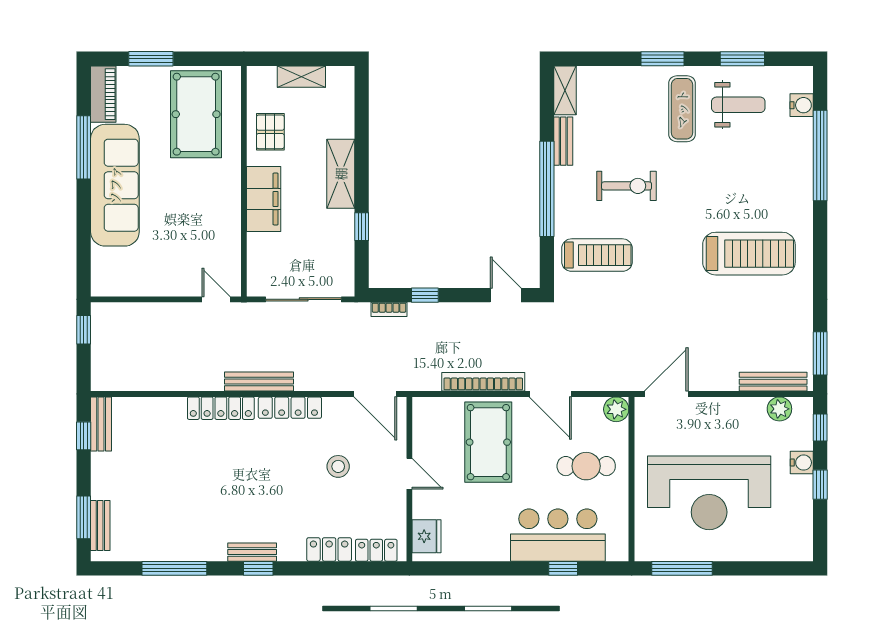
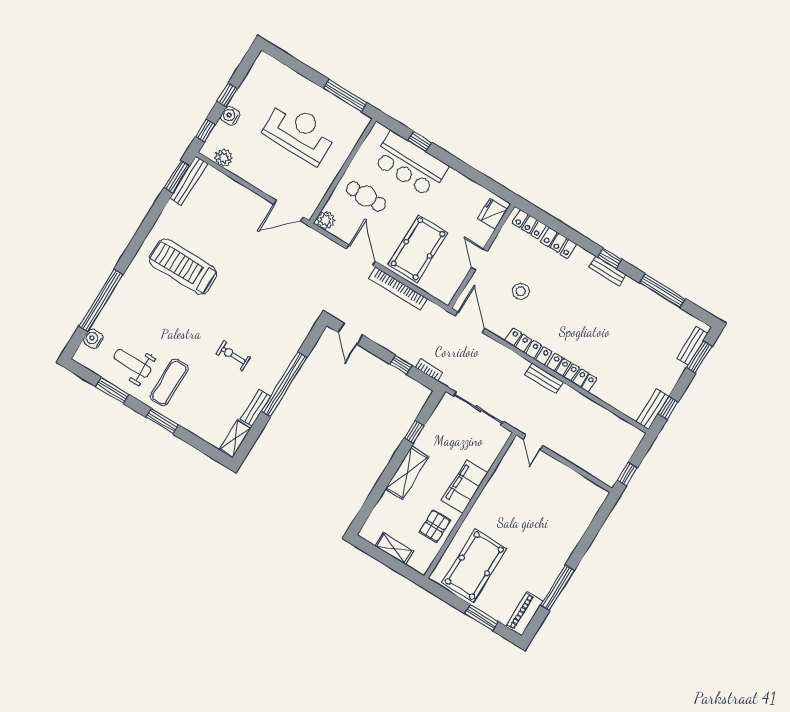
sofa: (115, 185) -> (552, 552), removed
exercise bike: (627, 186) -> (233, 356), width x0.73, depth x0.72
treadmill: (597, 255) -> (278, 324), removed
bench: (259, 381) -> (543, 378), width x0.73
bench: (773, 382) -> (189, 181), moved, turned 90
reception desk: (709, 493) -> (300, 132), width x0.74, depth x0.77

